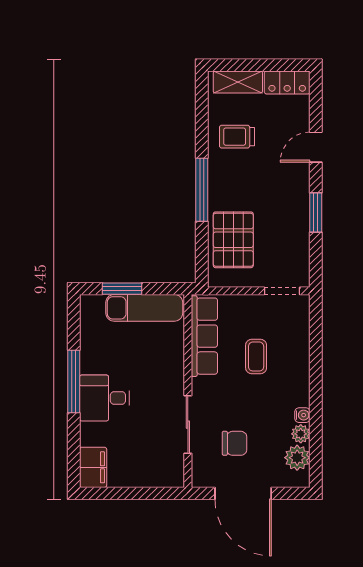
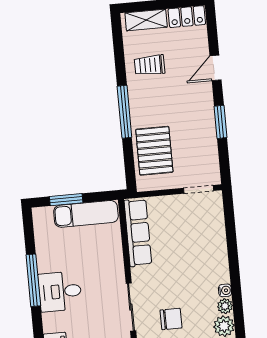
coffee table: (256, 357) -> (182, 246), removed

